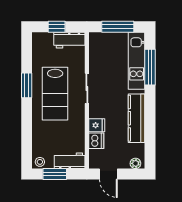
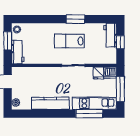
workbench: (69, 40) -> (110, 35), moved
lab bench: (55, 94) -> (69, 41), width x0.73, depth x0.72
fridge: (97, 125) -> (98, 73), moved
dishwasher: (96, 141) -> (110, 73), moved

